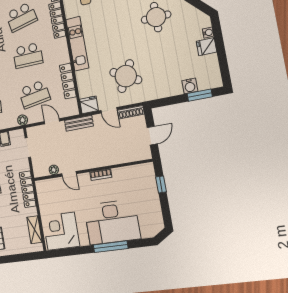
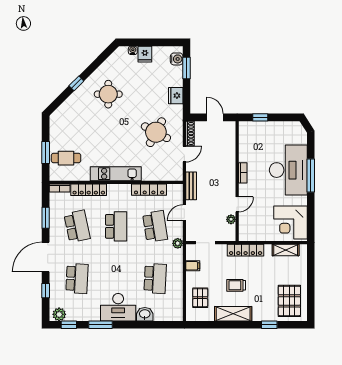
water cooler: (190, 86) -> (177, 59), moved
fridge: (89, 105) -> (176, 96), moved

